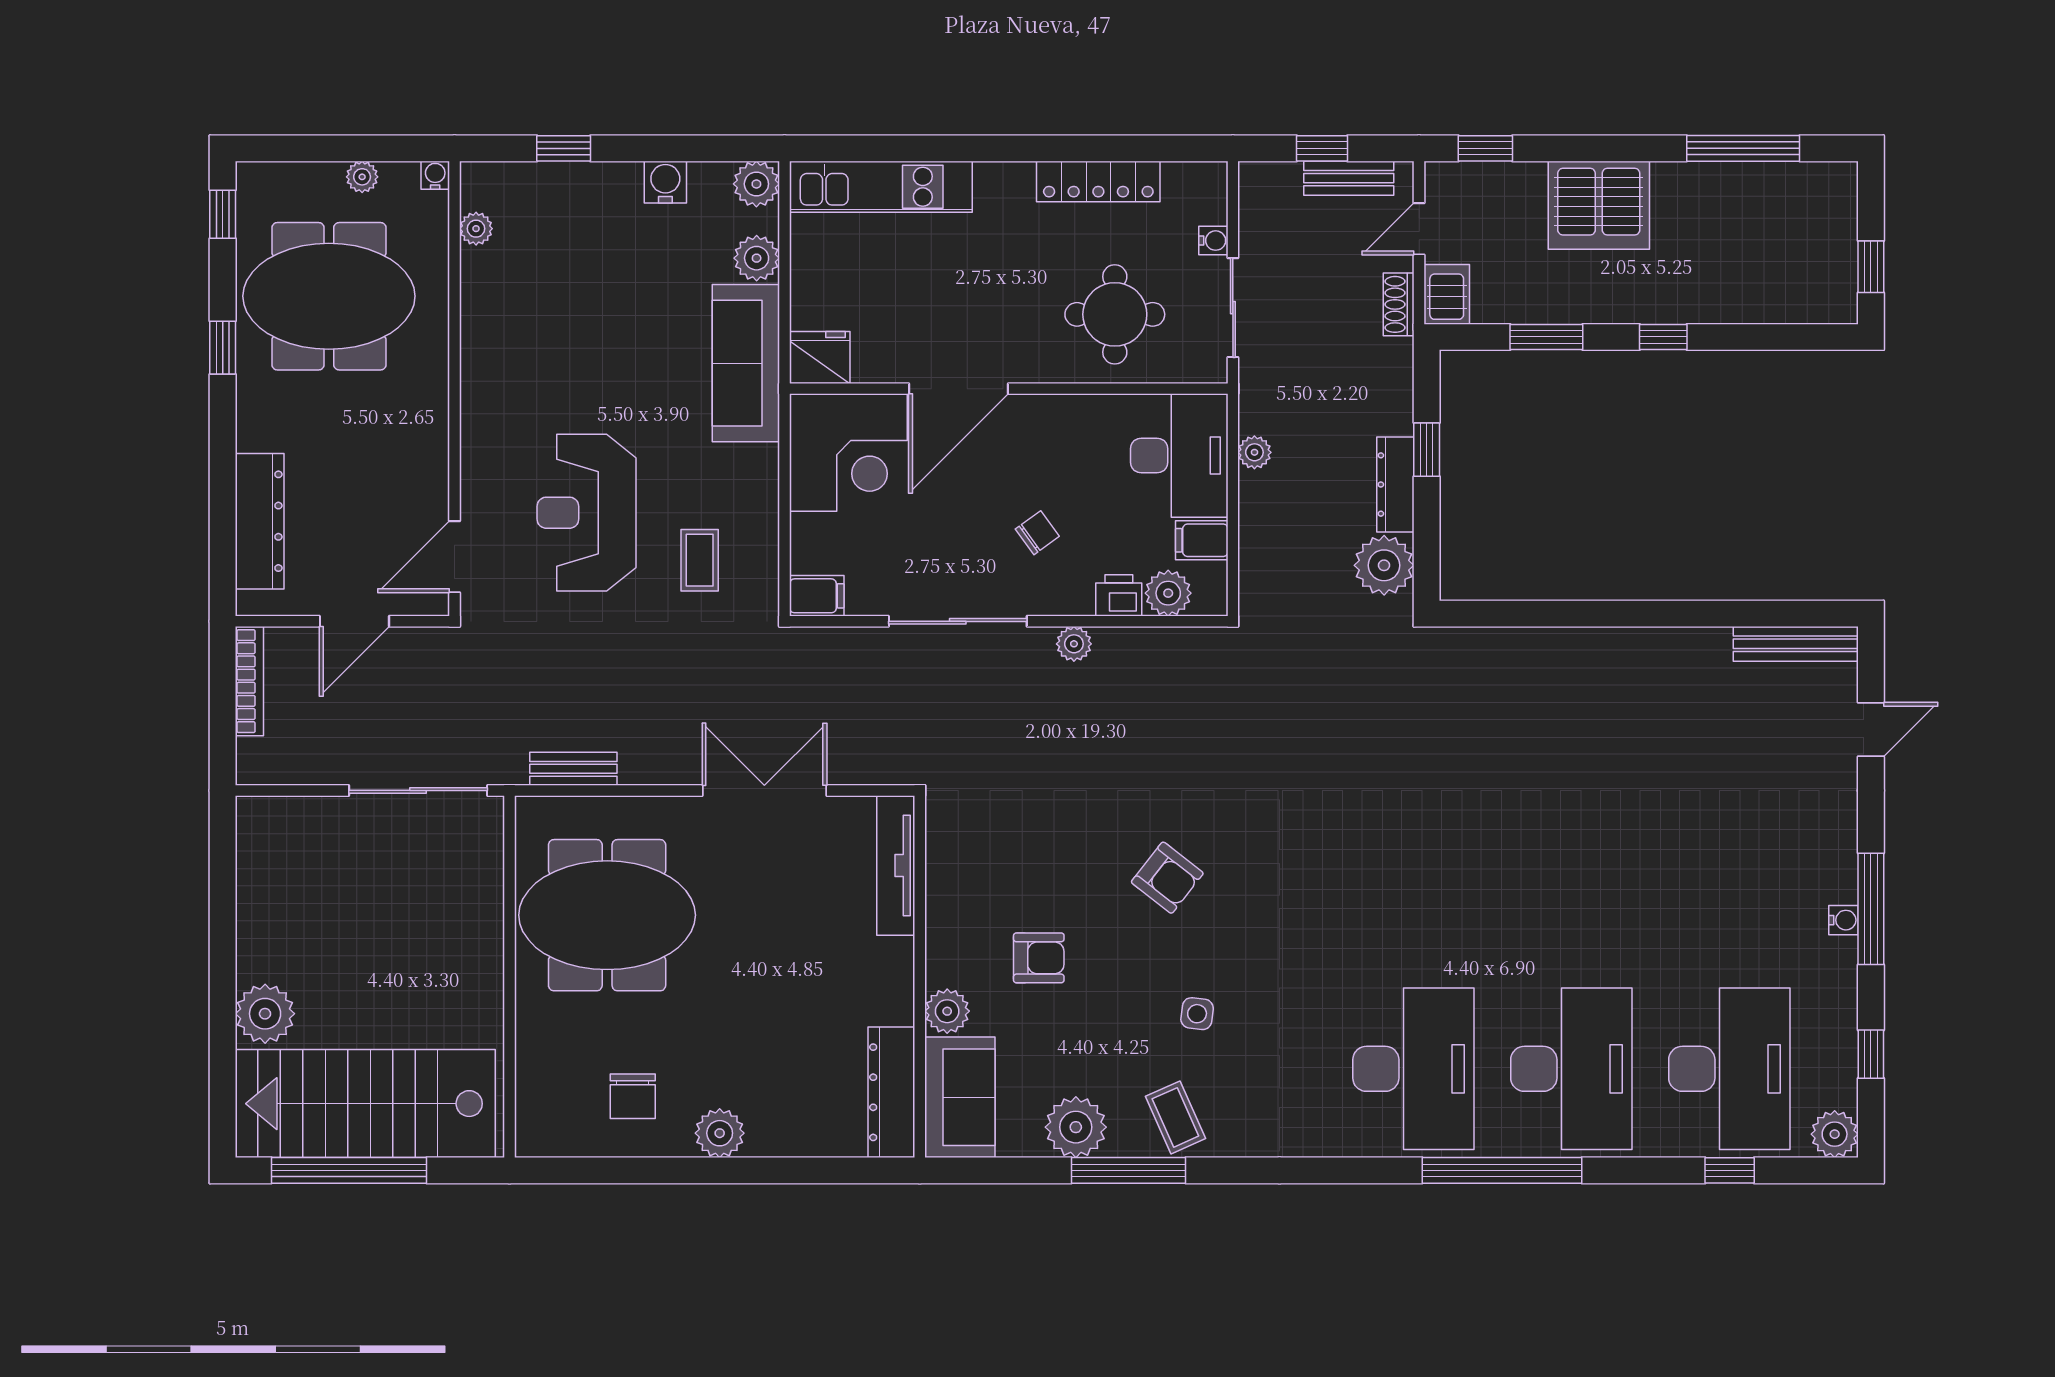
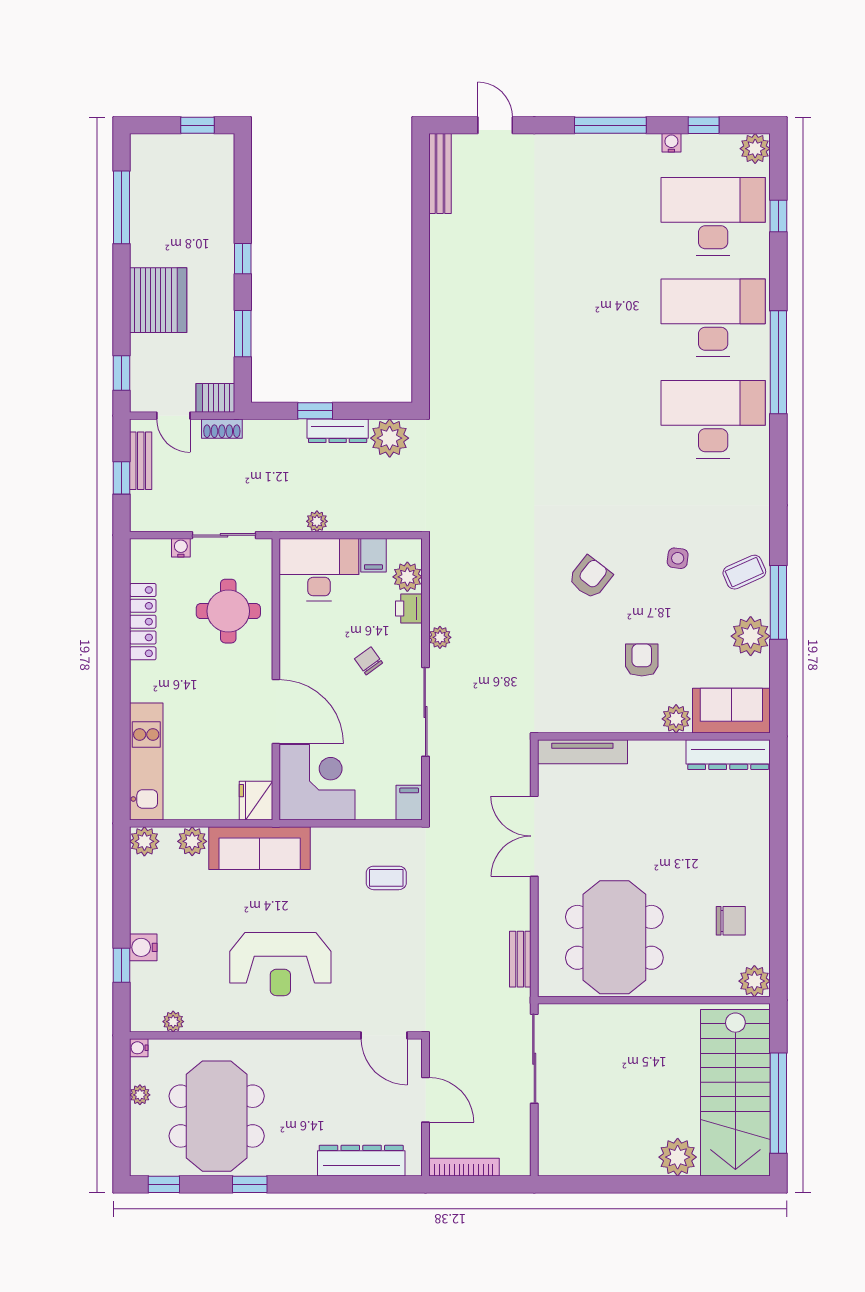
water cooler: (665, 182) -> (143, 947), moved
reception desk: (587, 513) -> (280, 964), moved
water cooler: (1844, 920) -> (671, 143), moved
plant: (720, 1133) -> (754, 981), moved

